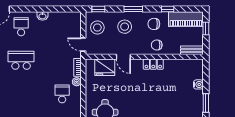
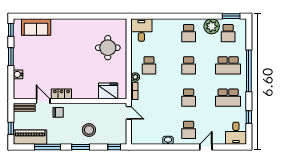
window: (168, 9) -> (48, 147), width x2.17
chair: (154, 24) -> (61, 133), removed
stool: (97, 27) -> (115, 129), removed
door: (123, 57) -> (43, 101), moved
school desk: (21, 60) -> (189, 98), width x0.54
school desk: (21, 94) -> (189, 65), added

